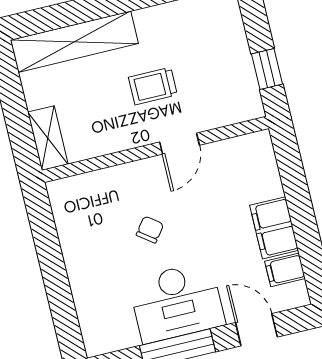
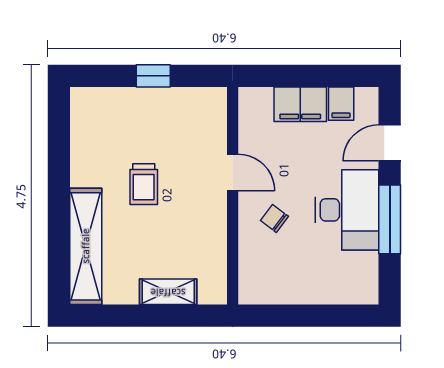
door: (180, 144) -> (233, 172), moved
wall: (155, 149) -> (233, 196), moved

